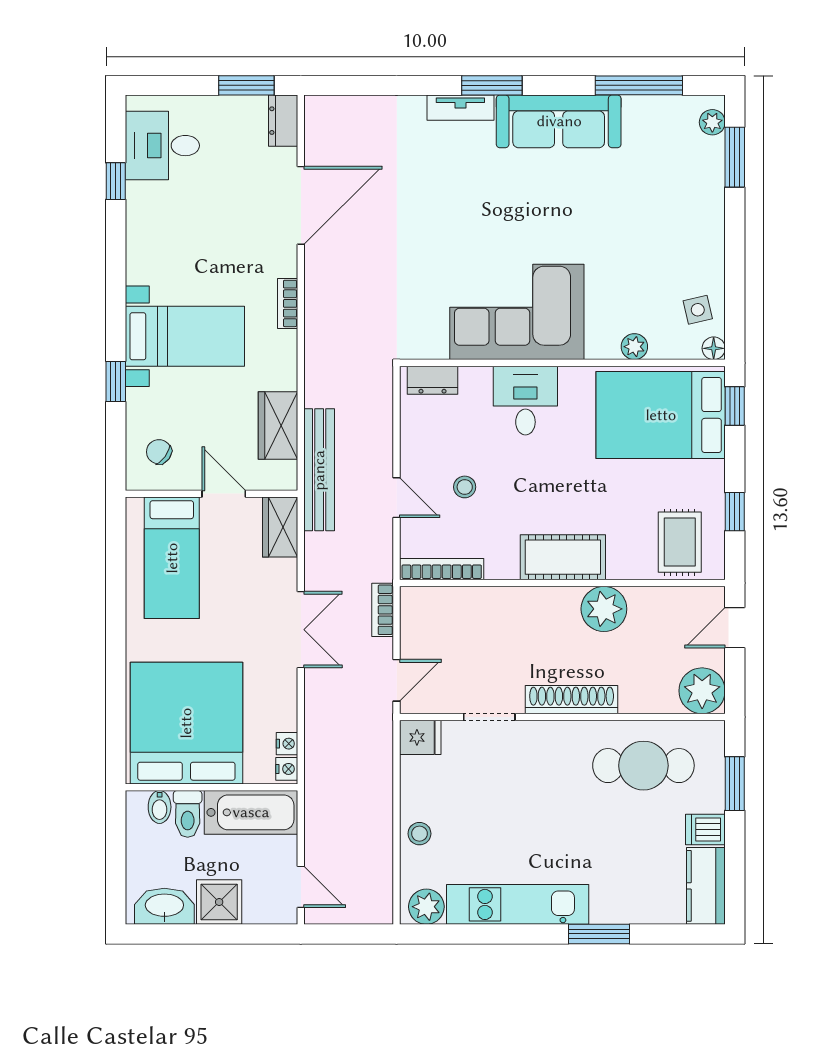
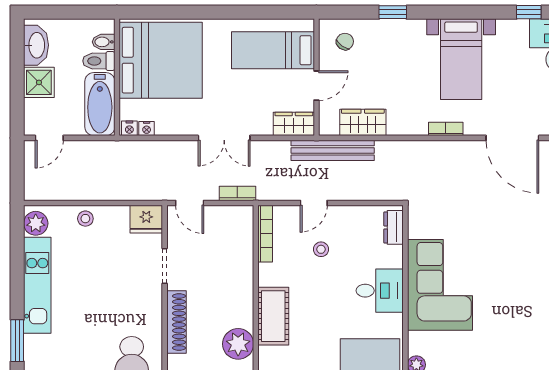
bed with nightstands: (185, 336) -> (461, 59), moved
fridge: (420, 737) -> (146, 219), width x1.38

